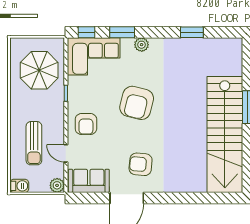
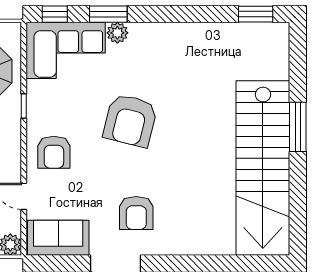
window: (192, 32) -> (256, 14), moved
plant: (142, 45) -> (117, 33), moved
armchair: (141, 164) -> (136, 213), turned -95

